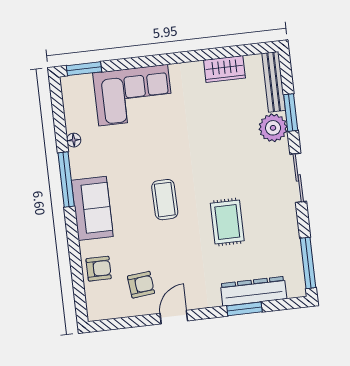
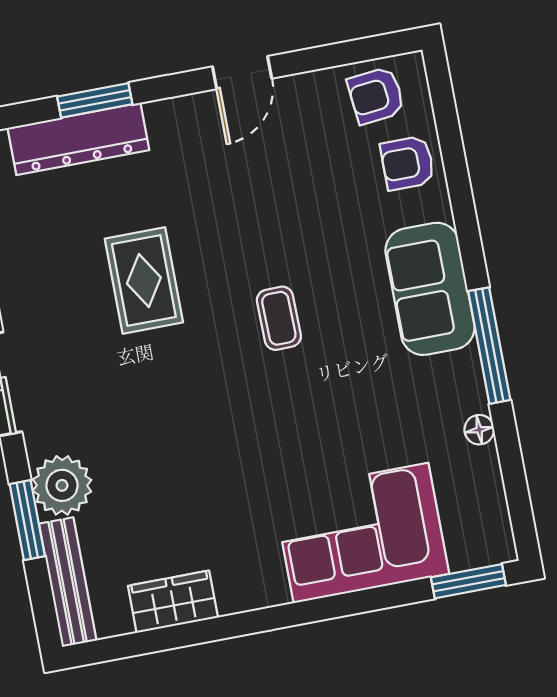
coffee table: (165, 200) -> (279, 318), width x0.73, depth x0.77
armchair: (141, 285) -> (376, 96), moved

